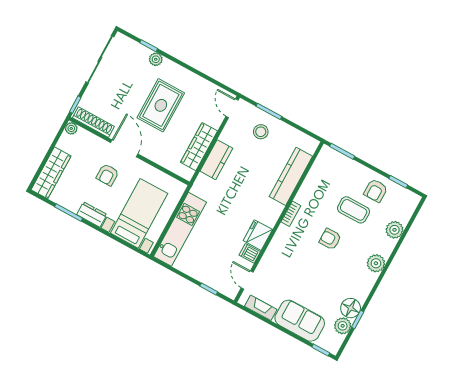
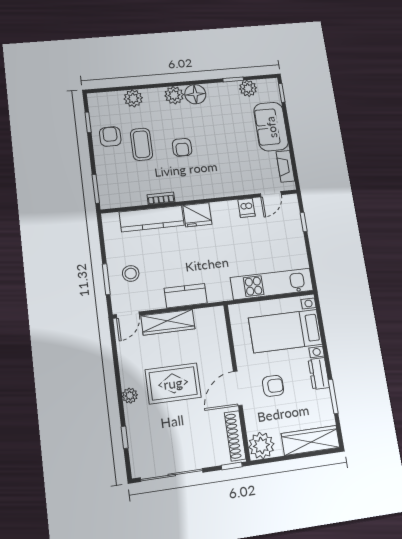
plant: (156, 59) -> (130, 396), moved
plant: (71, 128) -> (261, 446), width x1.88, depth x1.88
wardrobe: (199, 147) -> (168, 322), moved
armchair: (376, 191) -> (110, 137), turned -90
bookcase: (291, 214) -> (161, 198), moved
fridge: (258, 235) -> (197, 215), moved
floor lamp: (351, 308) -> (195, 94), moved

